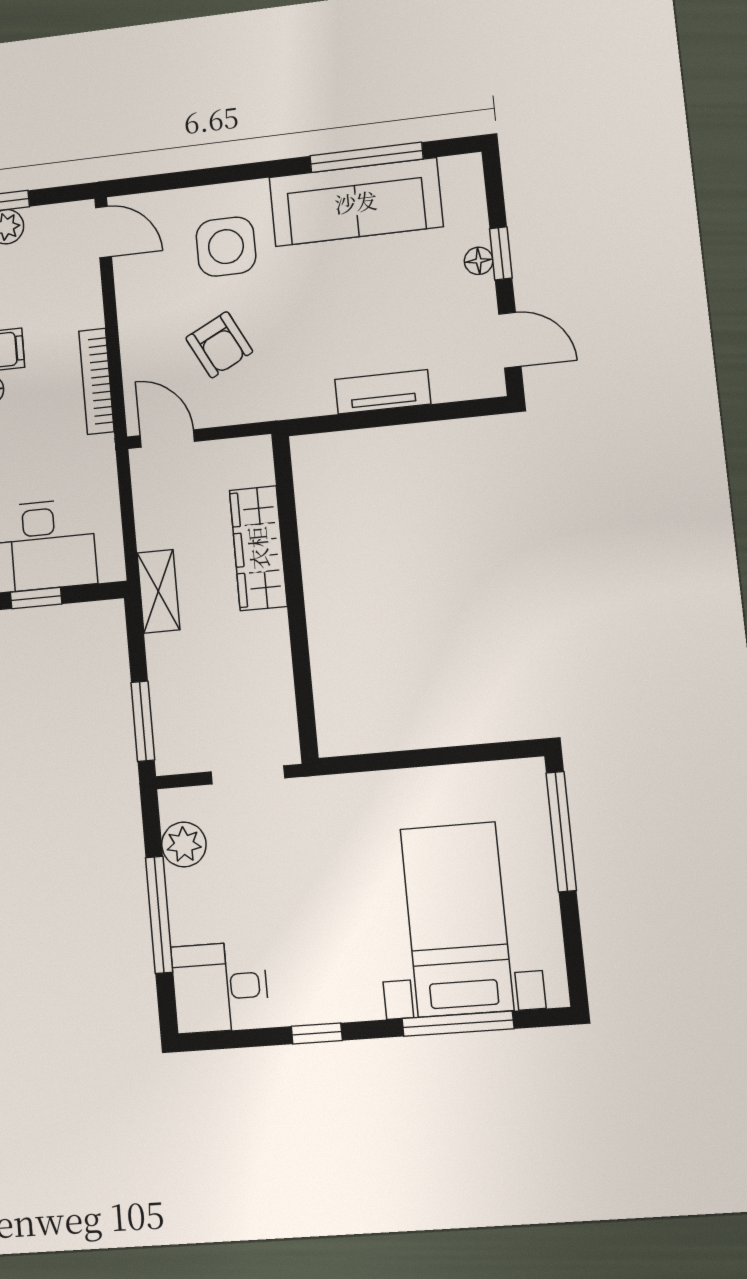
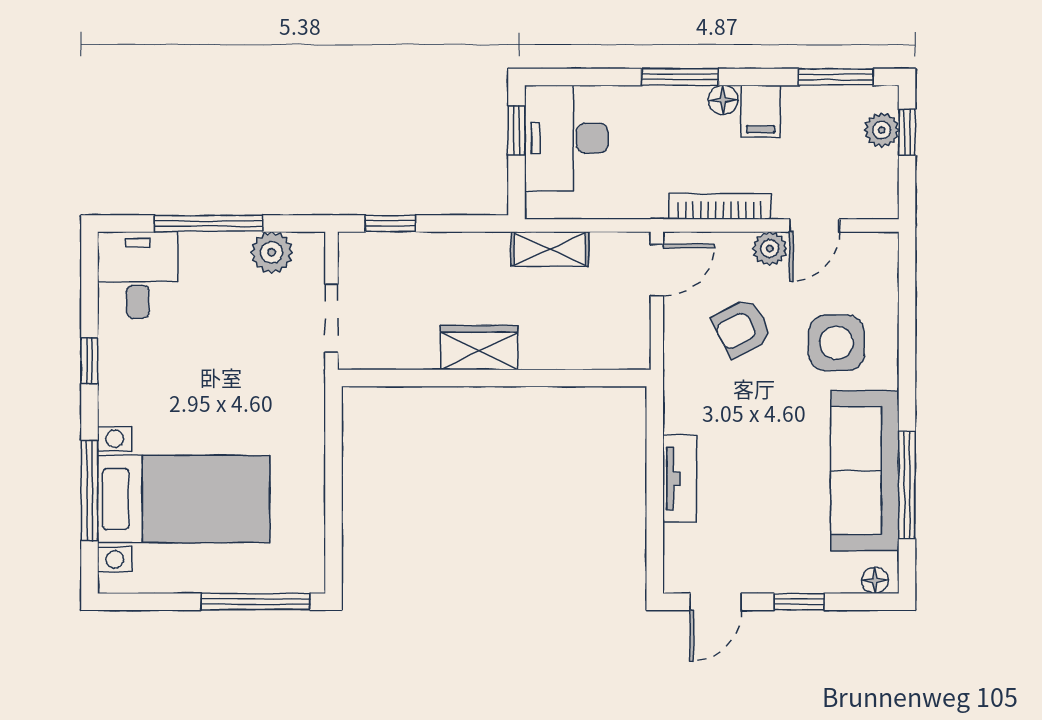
door: (104, 232) -> (814, 225), moved
floor lamp: (479, 261) -> (875, 580), moved
plant: (135, 325) -> (770, 249), added
wardrobe: (258, 548) -> (479, 348), moved, width x0.67
shelving: (158, 591) -> (550, 249), moved
window: (143, 721) -> (390, 223), width x0.67

